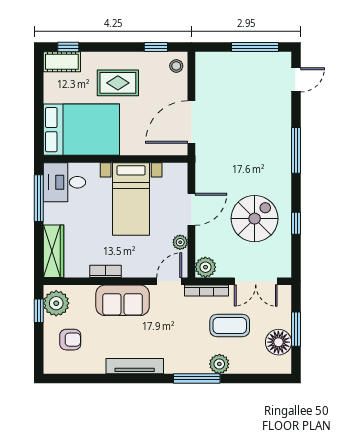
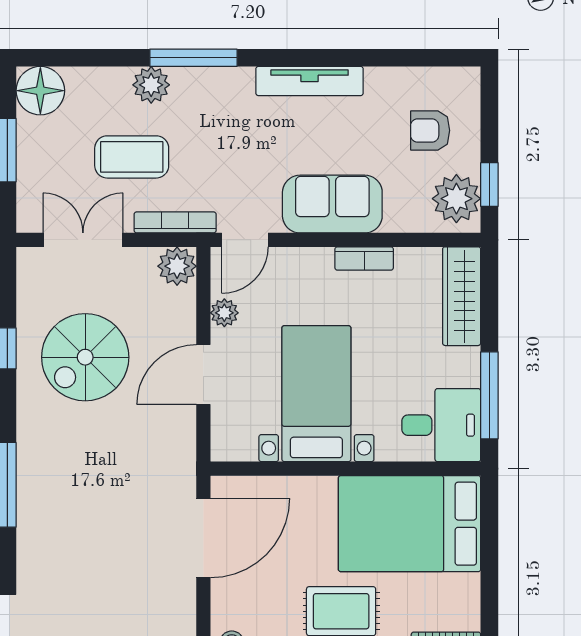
floor lamp: (278, 342) -> (40, 91), moved

